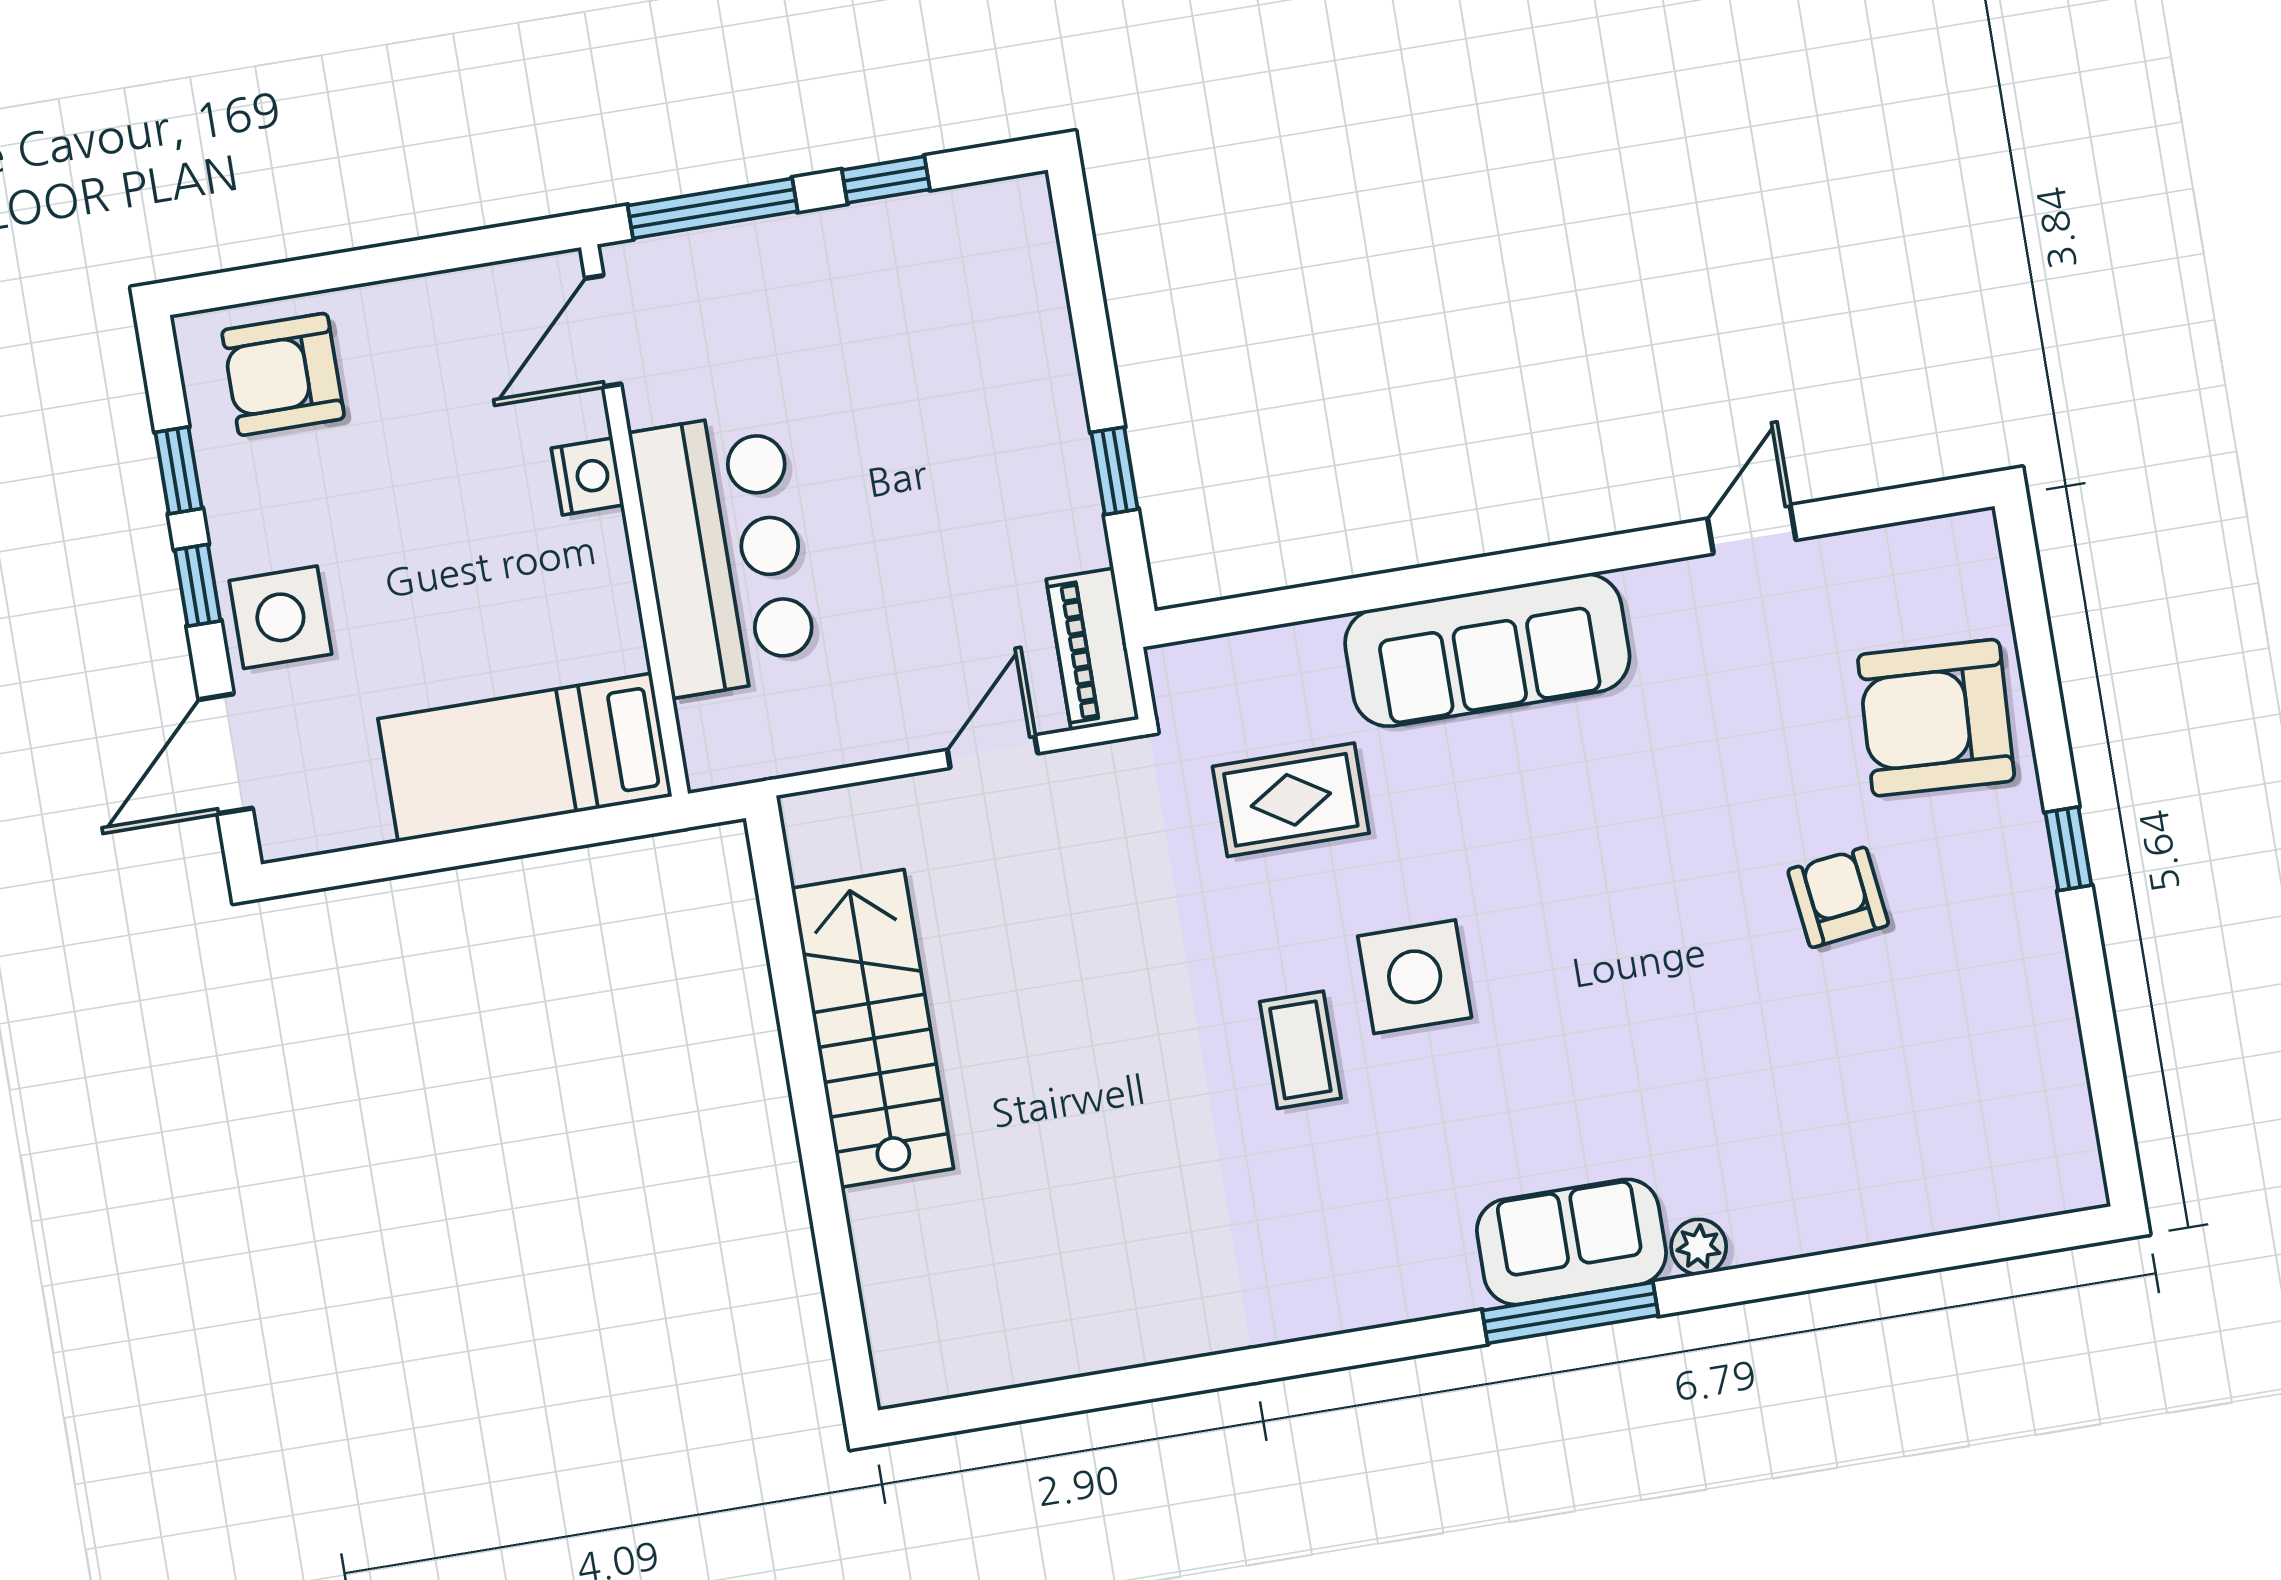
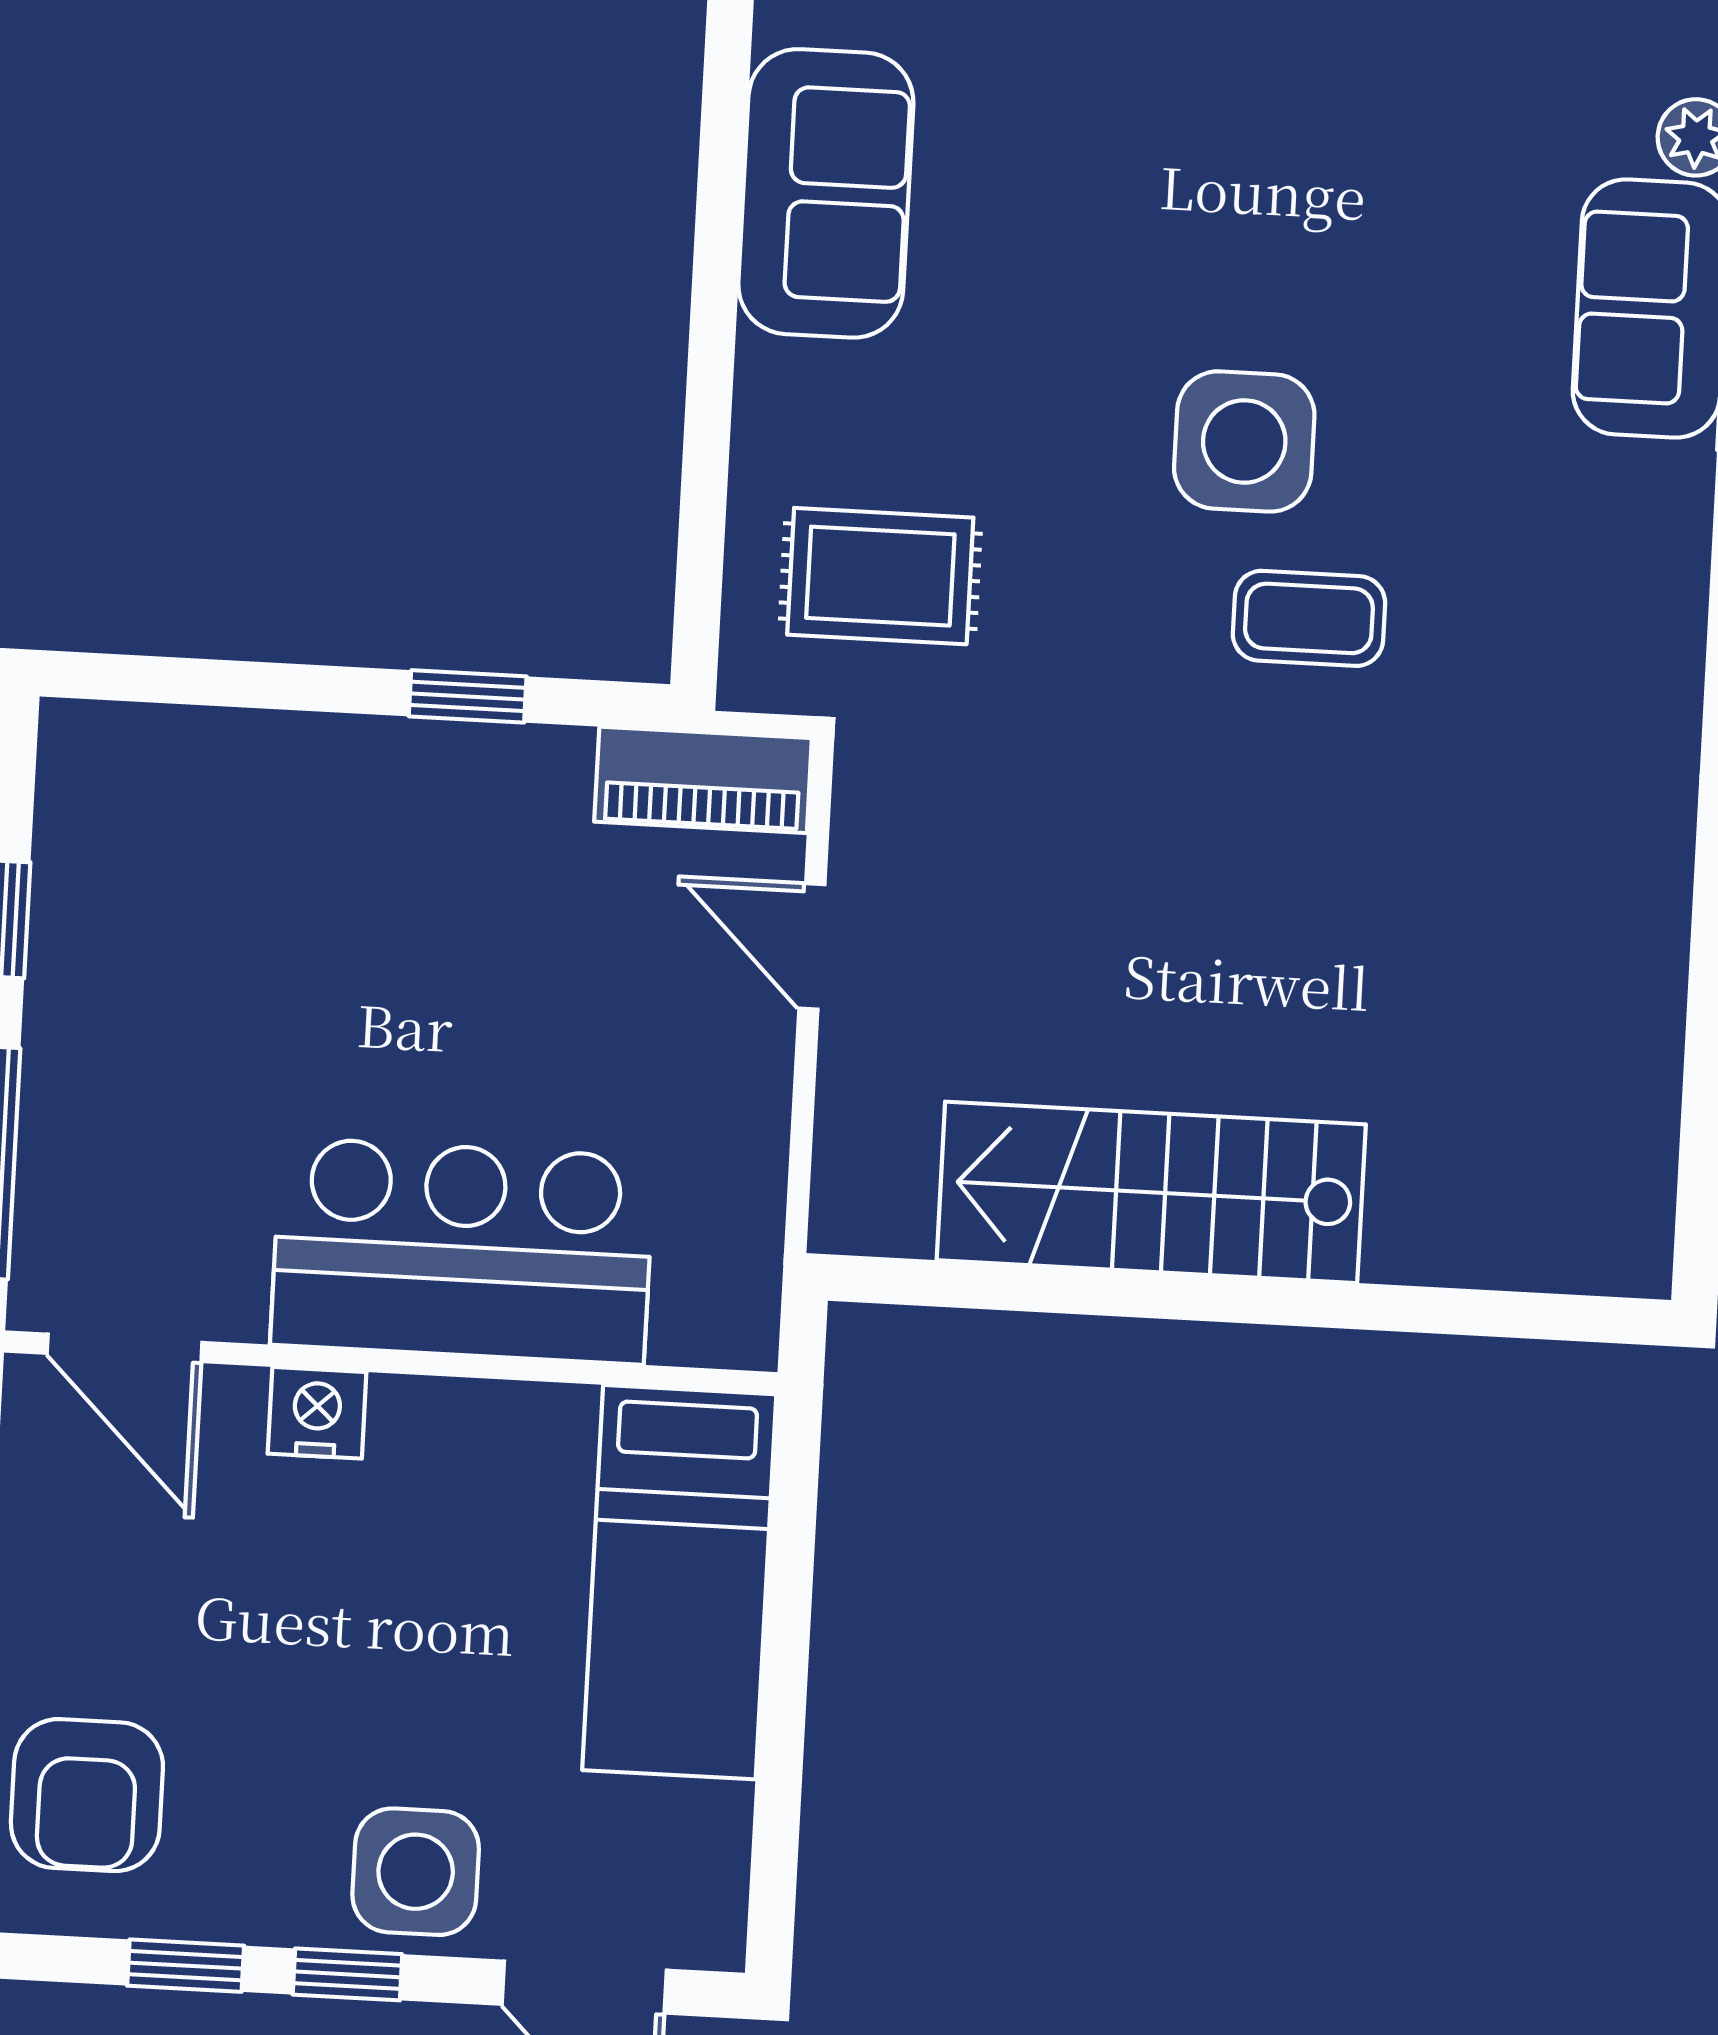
sofa: (1487, 650) -> (826, 193), width x0.73
rug: (1291, 800) -> (880, 576), moved, turned 90

